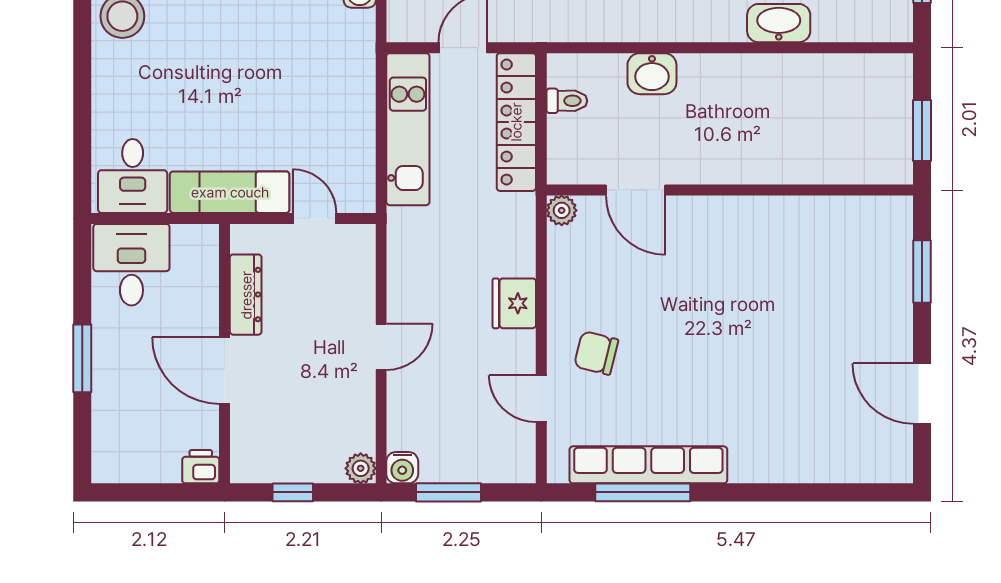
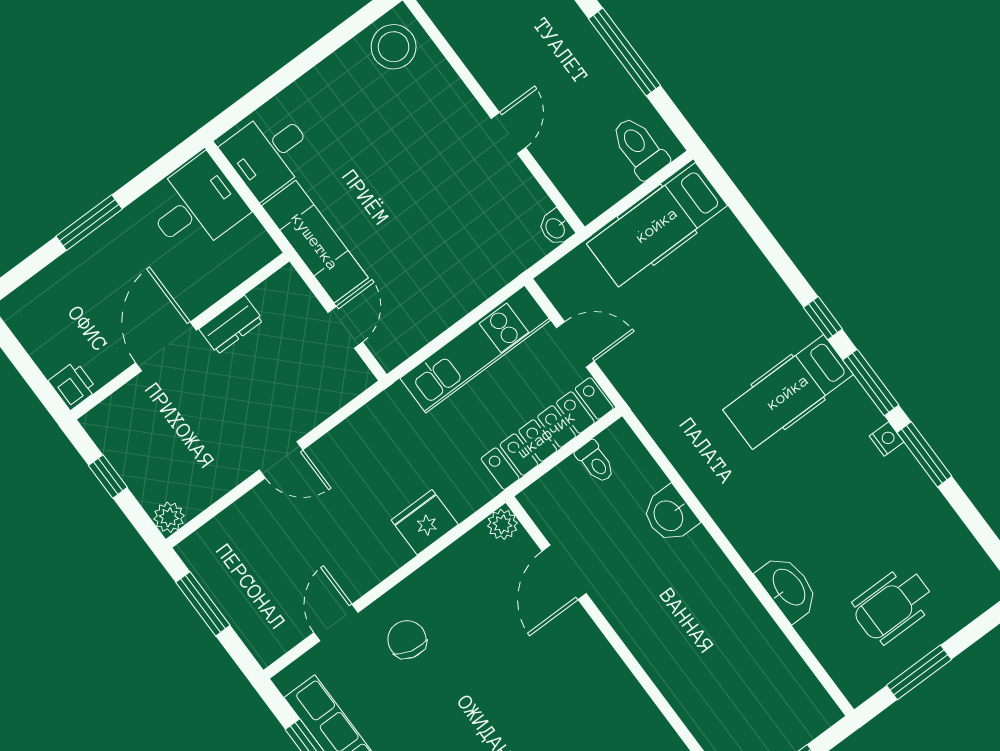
dresser: (246, 295) -> (231, 325), width x0.70
fridge: (514, 303) -> (425, 522), moved
water cooler: (402, 468) -> (195, 551), removed

